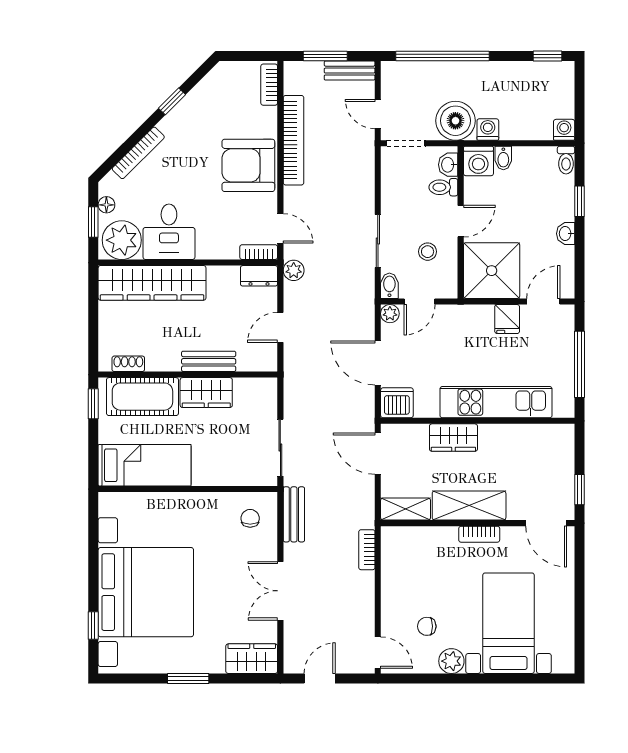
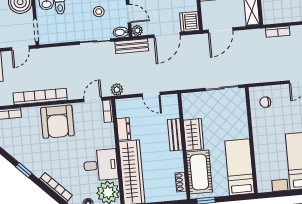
dresser: (259, 276) -> (124, 129), moved
bench: (294, 514) -> (132, 46), moved

